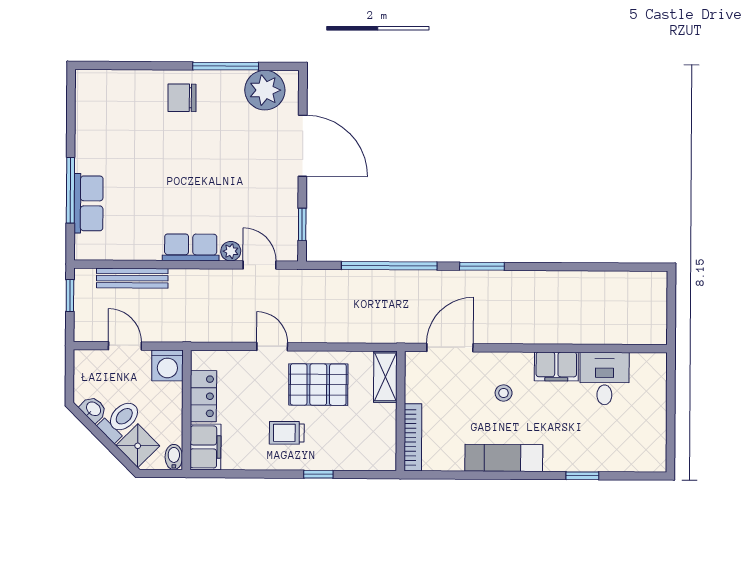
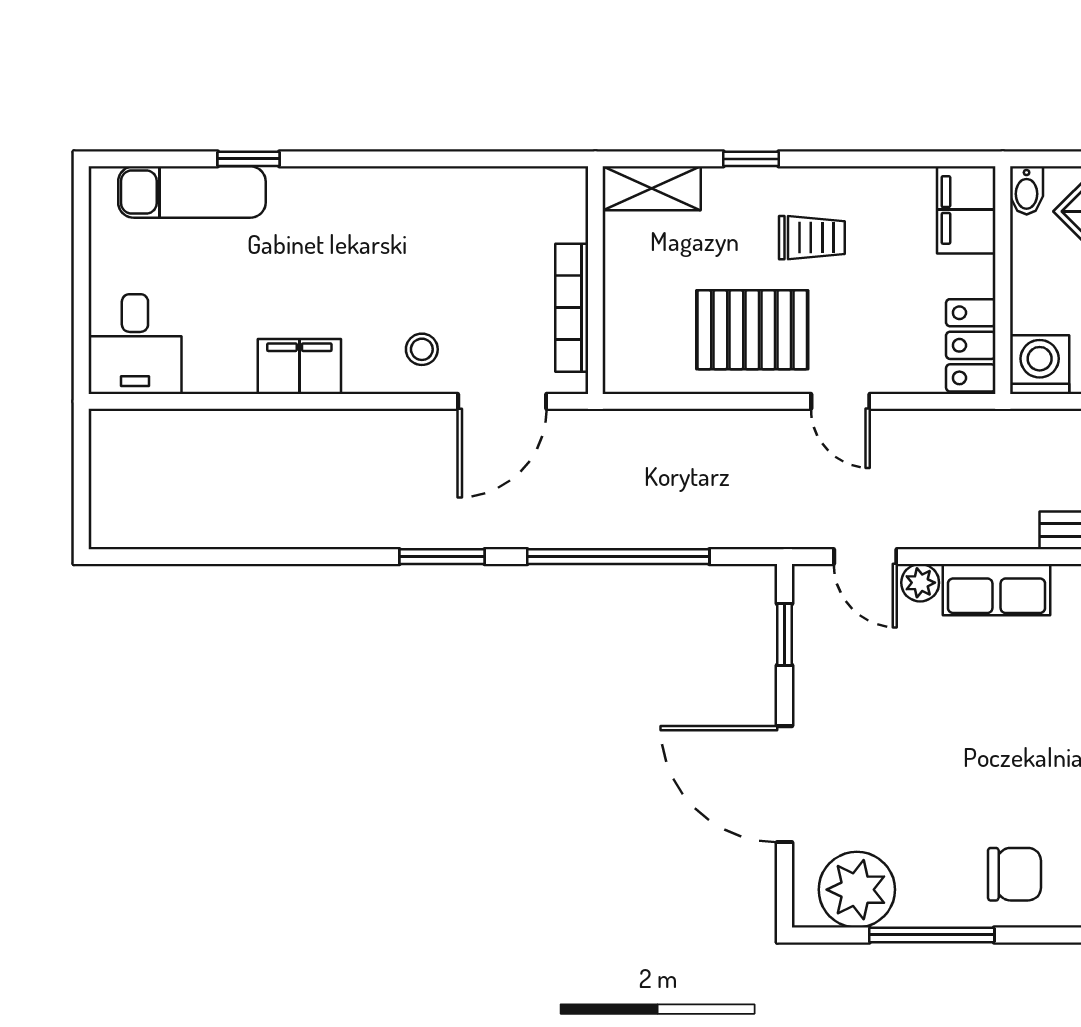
shelving: (385, 377) -> (652, 188), moved, turned 90
desk: (604, 379) -> (135, 344), moved
stool: (504, 393) -> (422, 349), moved
locker: (203, 396) -> (971, 345), moved
bookcase: (413, 437) -> (572, 308), moved
exam couch: (504, 458) -> (192, 192), moved

